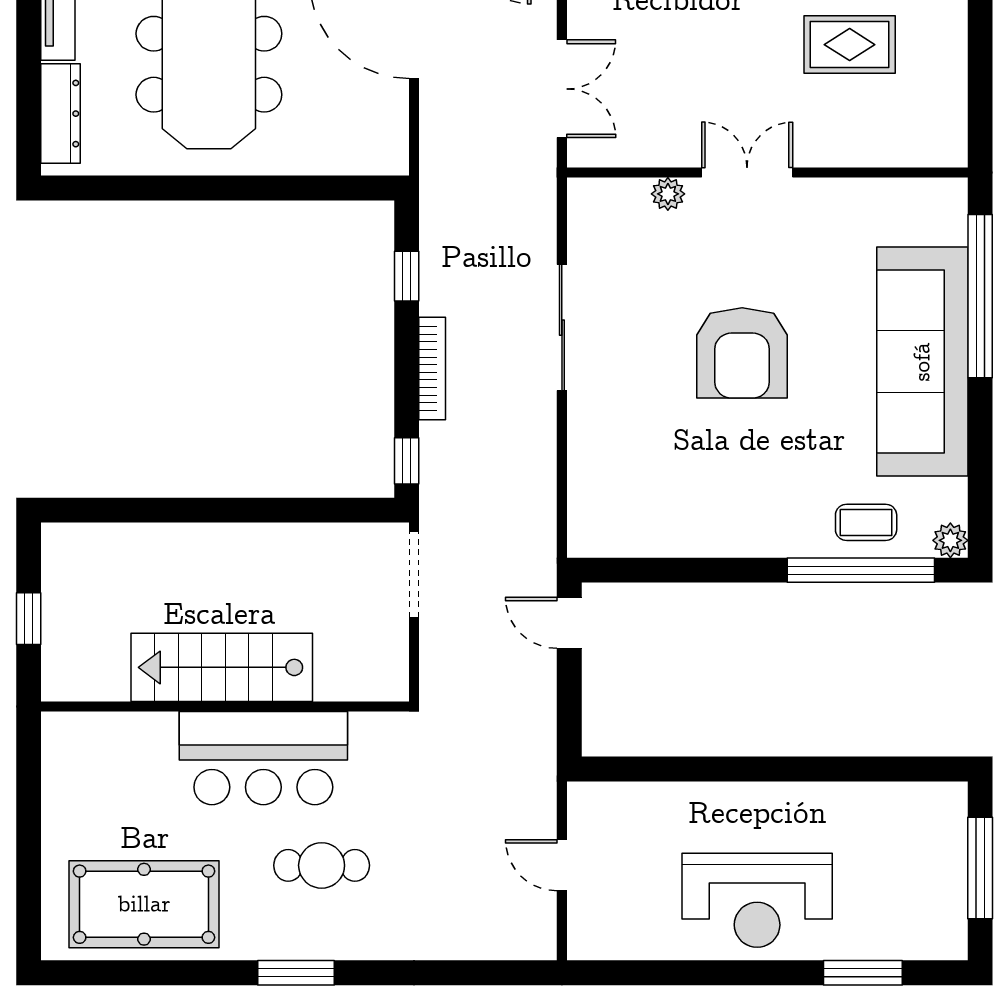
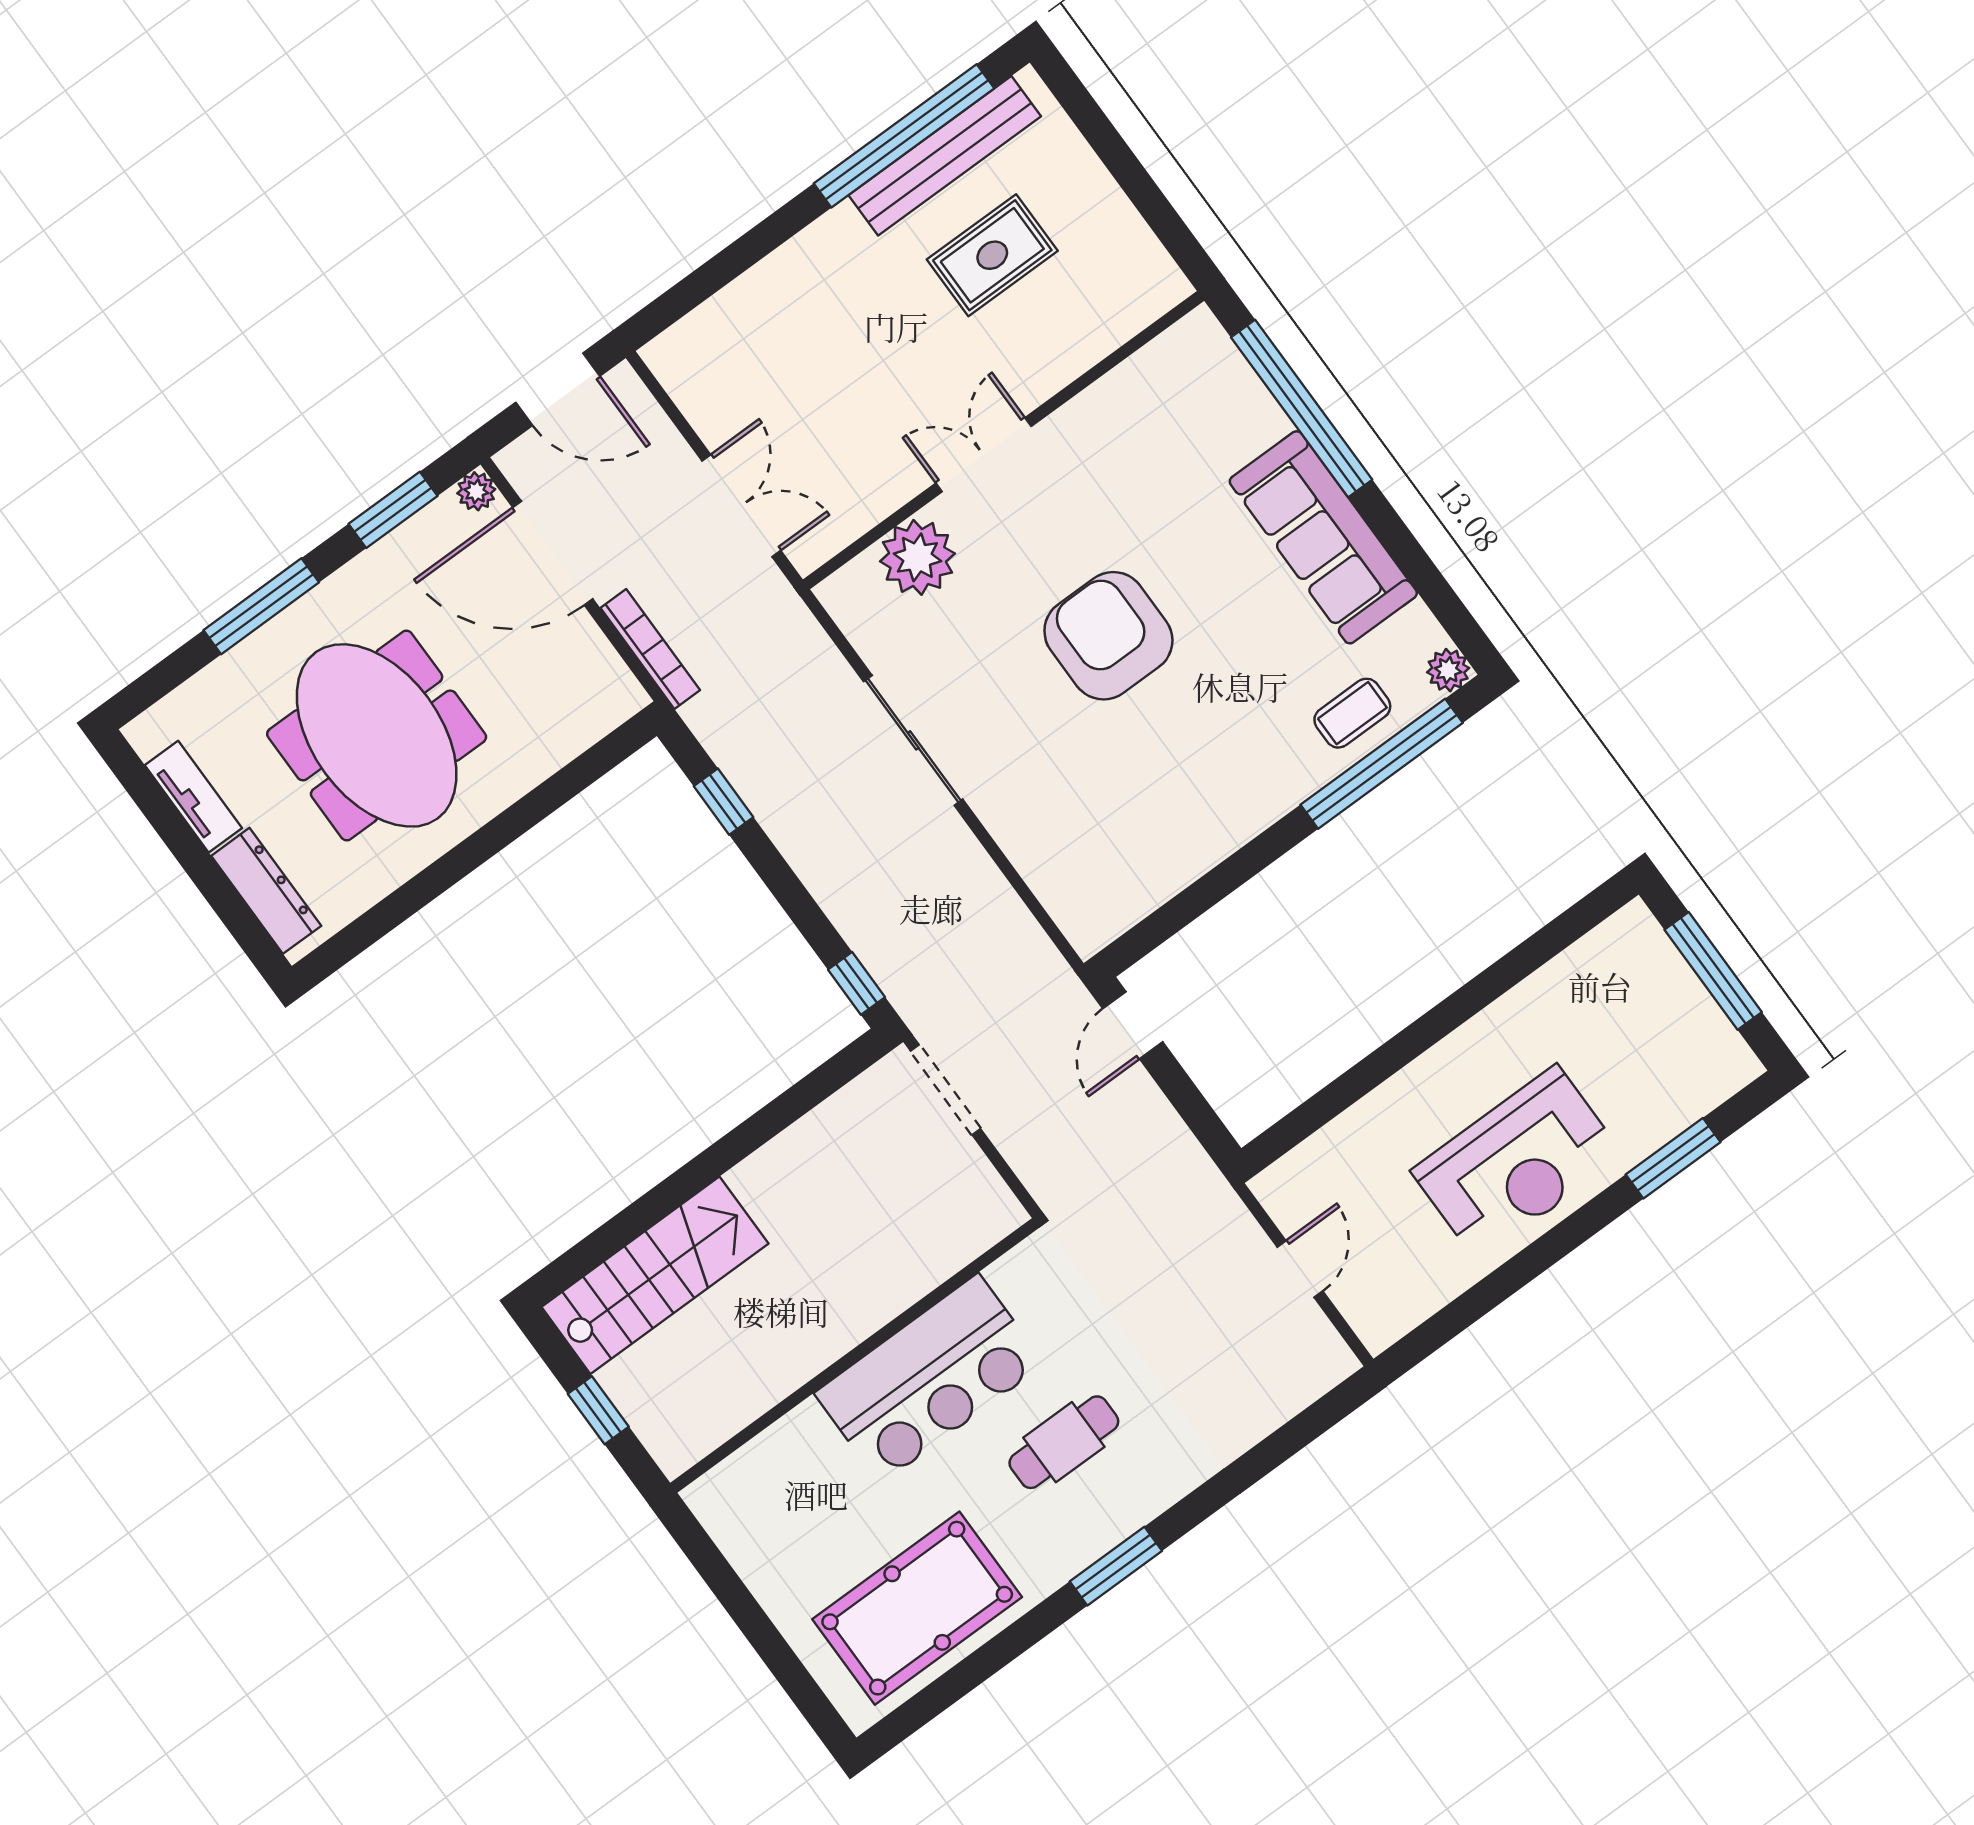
plant: (668, 194) -> (917, 557), width x1.88, depth x1.88
armchair: (742, 353) -> (1108, 636), turned 180
sofa: (922, 362) -> (1323, 537), width x0.74, depth x0.79
bookcase: (432, 368) -> (650, 649), moved
door: (569, 623) -> (1133, 1025), hinge flipped
stairs: (222, 667) -> (655, 1275), moved, turned 180
door: (562, 865) -> (1300, 1269), swing flipped

